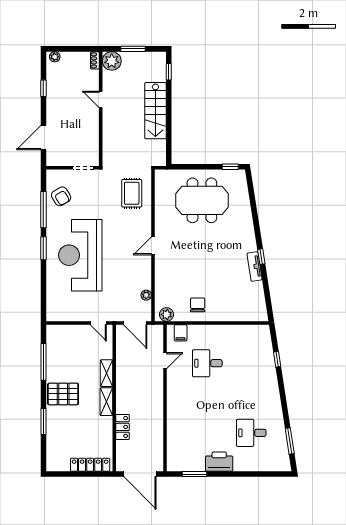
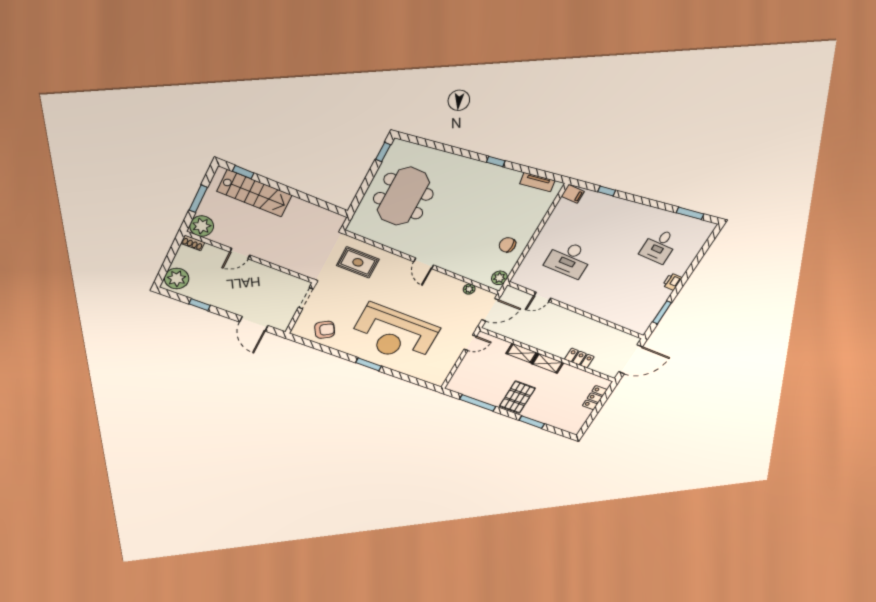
plant: (55, 57) -> (177, 279), width x1.87, depth x1.87
stairs: (155, 111) -> (255, 193), moved
window: (43, 210) -> (330, 351), removed
tv unit: (255, 267) -> (537, 182), moved
filing cabinet: (181, 333) -> (573, 194), moved
door: (165, 361) -> (542, 297), swing flipped
desk: (207, 363) -> (569, 259), width x1.37
printer: (219, 462) -> (672, 282), width x0.53, depth x0.68
locker: (90, 465) -> (595, 398), width x0.66

